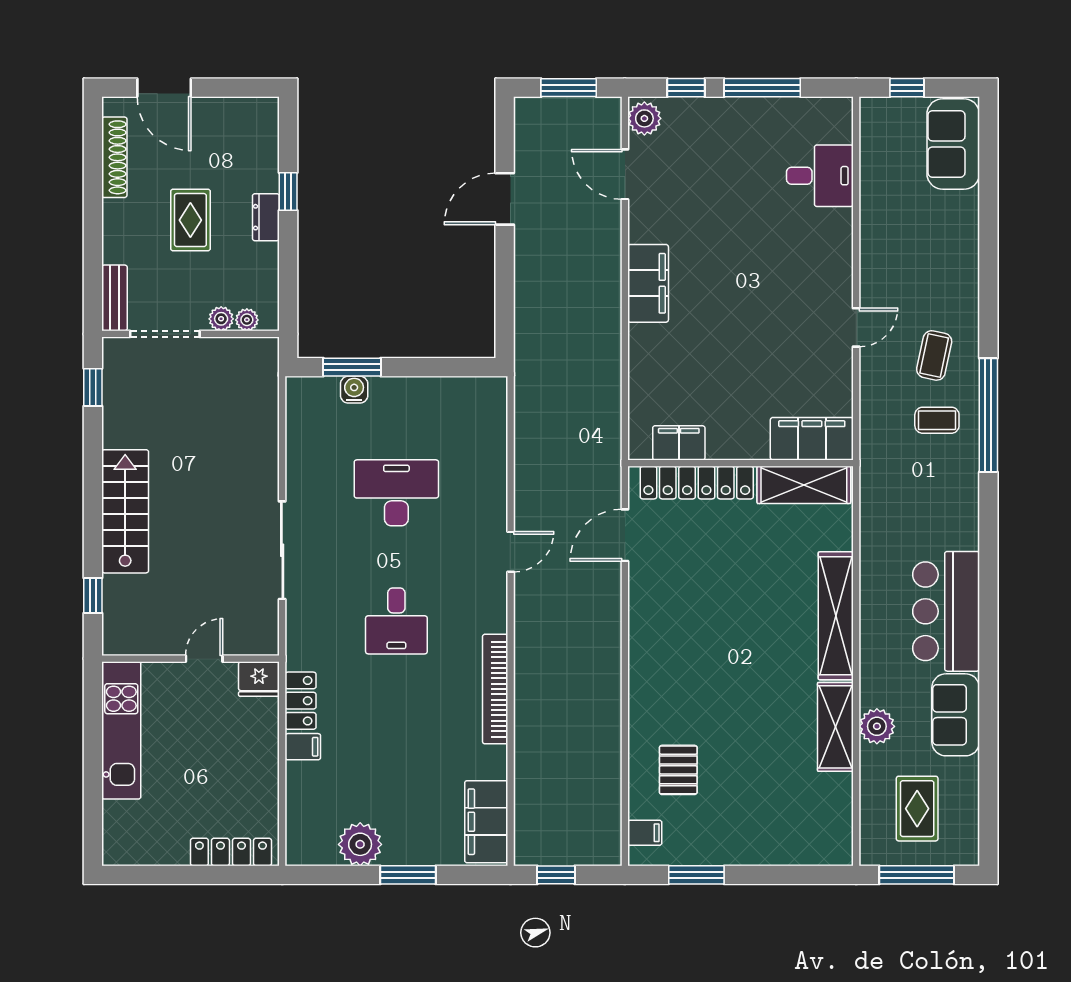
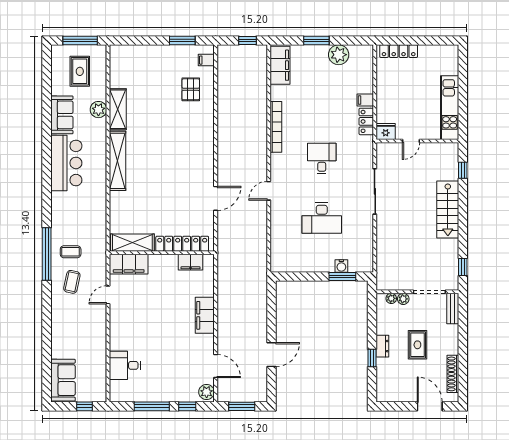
filing cabinet: (812, 439) -> (129, 264), moved
filing cabinet: (679, 443) -> (191, 262), moved
wall: (741, 463) -> (162, 253), moved
locker: (697, 483) -> (182, 244), moved
shelving: (804, 485) -> (132, 243), moved

